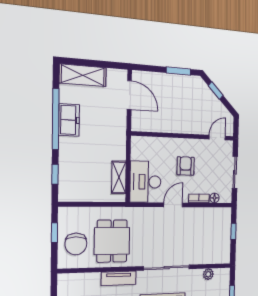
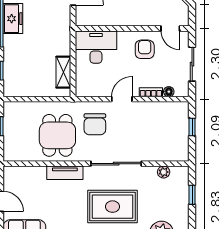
door: (217, 138) -> (170, 28), swing flipped
armchair: (186, 166) -> (145, 49), moved
desk: (145, 182) -> (96, 47), moved, turned 90
chair: (76, 244) -> (95, 124), moved

